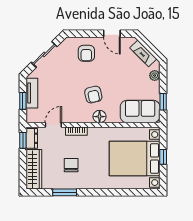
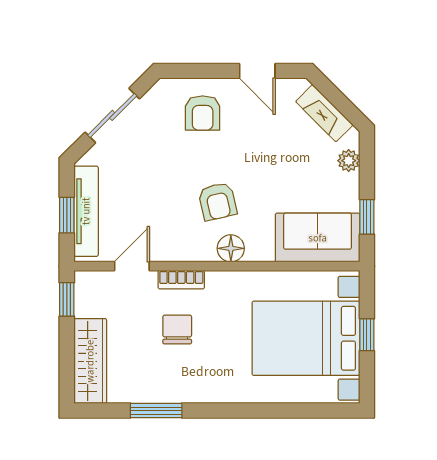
tv unit: (32, 93) -> (86, 211), width x1.41
dresser: (32, 138) -> (86, 295), removed
chair: (71, 165) -> (177, 329), moved

